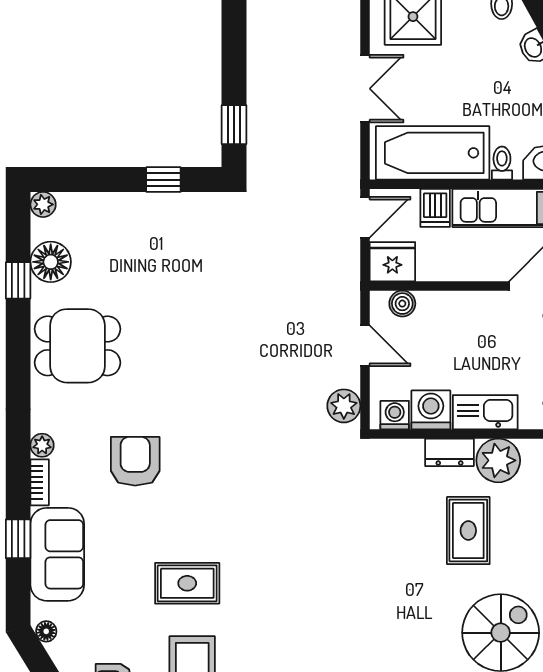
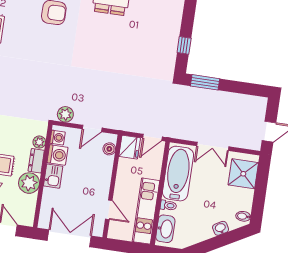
window: (234, 125) -> (205, 82), width x1.50
dishwasher: (435, 208) -> (152, 171), removed
door: (365, 217) -> (152, 137), hinge flipped
kitchen sink: (485, 412) -> (53, 176), width x0.73
plant: (410, 452) -> (39, 142), added

